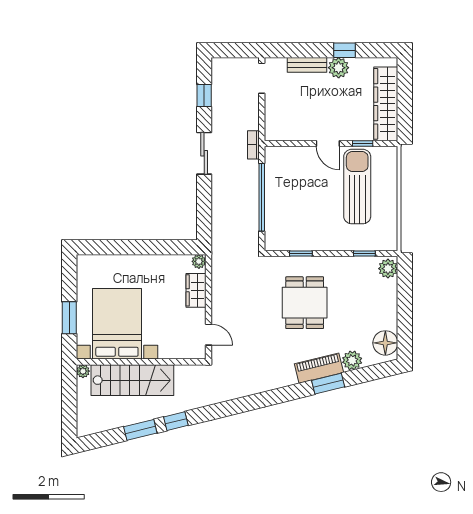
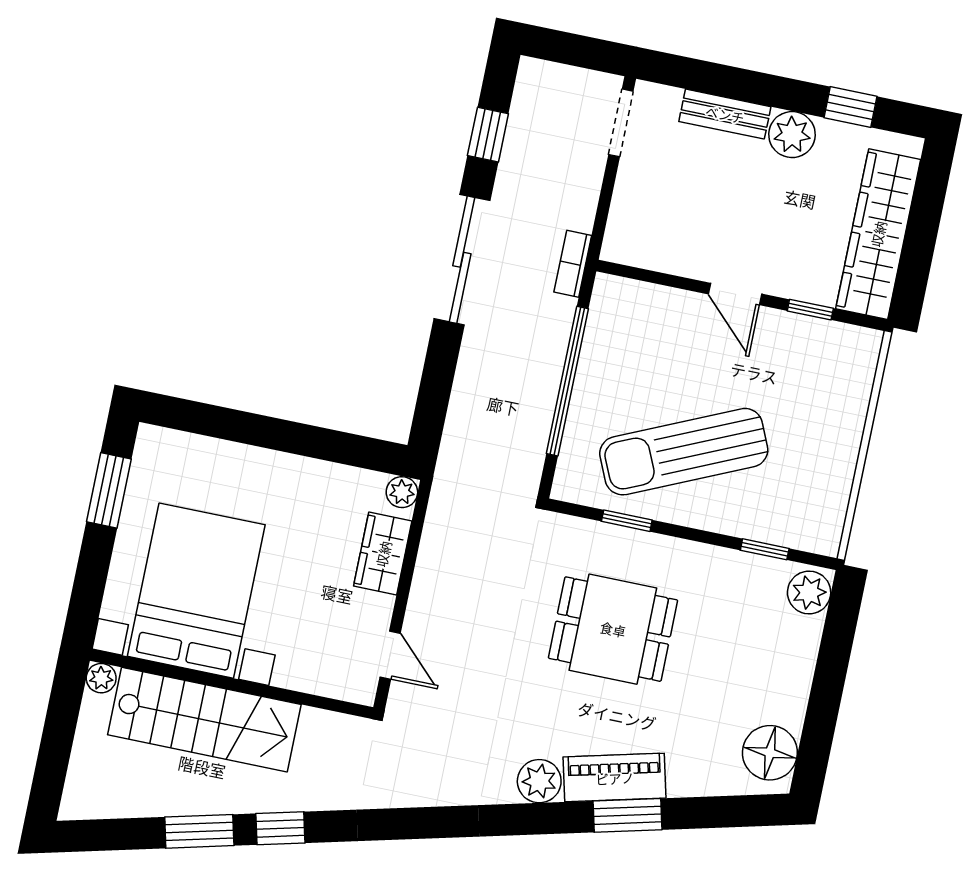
window: (344, 50) -> (851, 107), moved
sliding door: (204, 153) -> (462, 260), width x1.37
sun lounger: (357, 187) -> (684, 452), moved, turned -114
dining table: (305, 303) -> (613, 629), turned 90
window: (69, 318) -> (109, 490), moved
plant: (352, 360) -> (539, 781), moved

